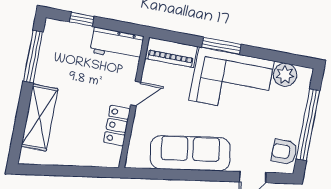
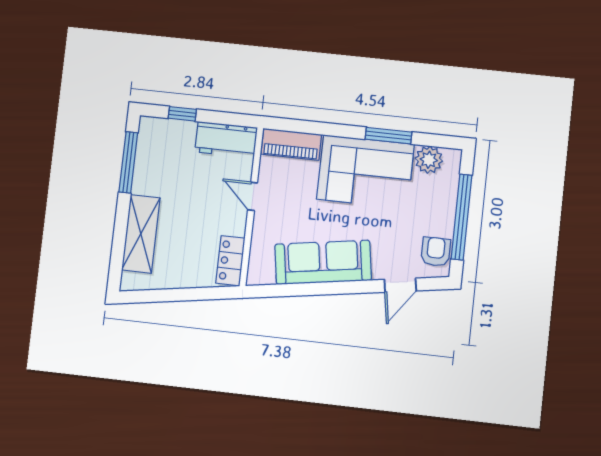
window: (221, 46) -> (389, 136), moved
door: (136, 94) -> (253, 196), swing flipped
locker: (117, 126) -> (230, 261), moved
armchair: (284, 152) -> (436, 252), turned 90

